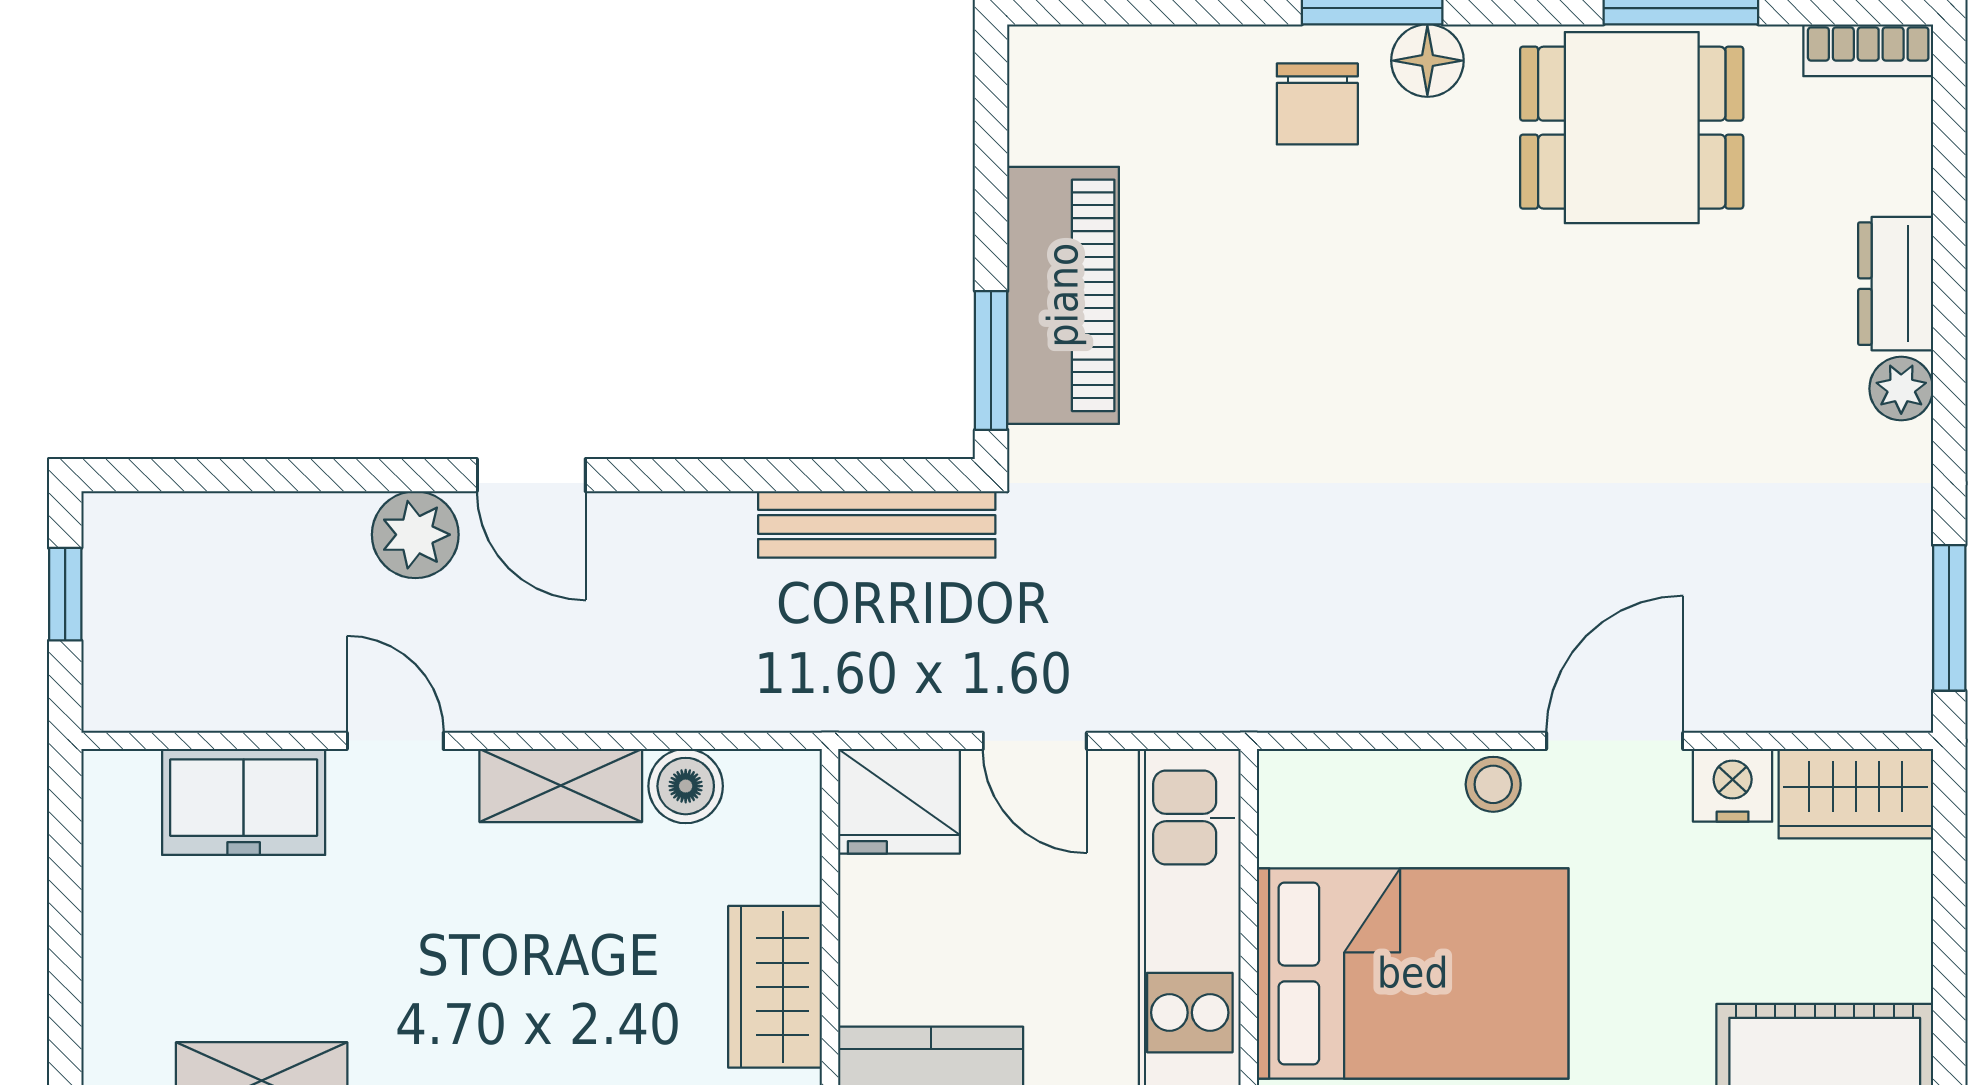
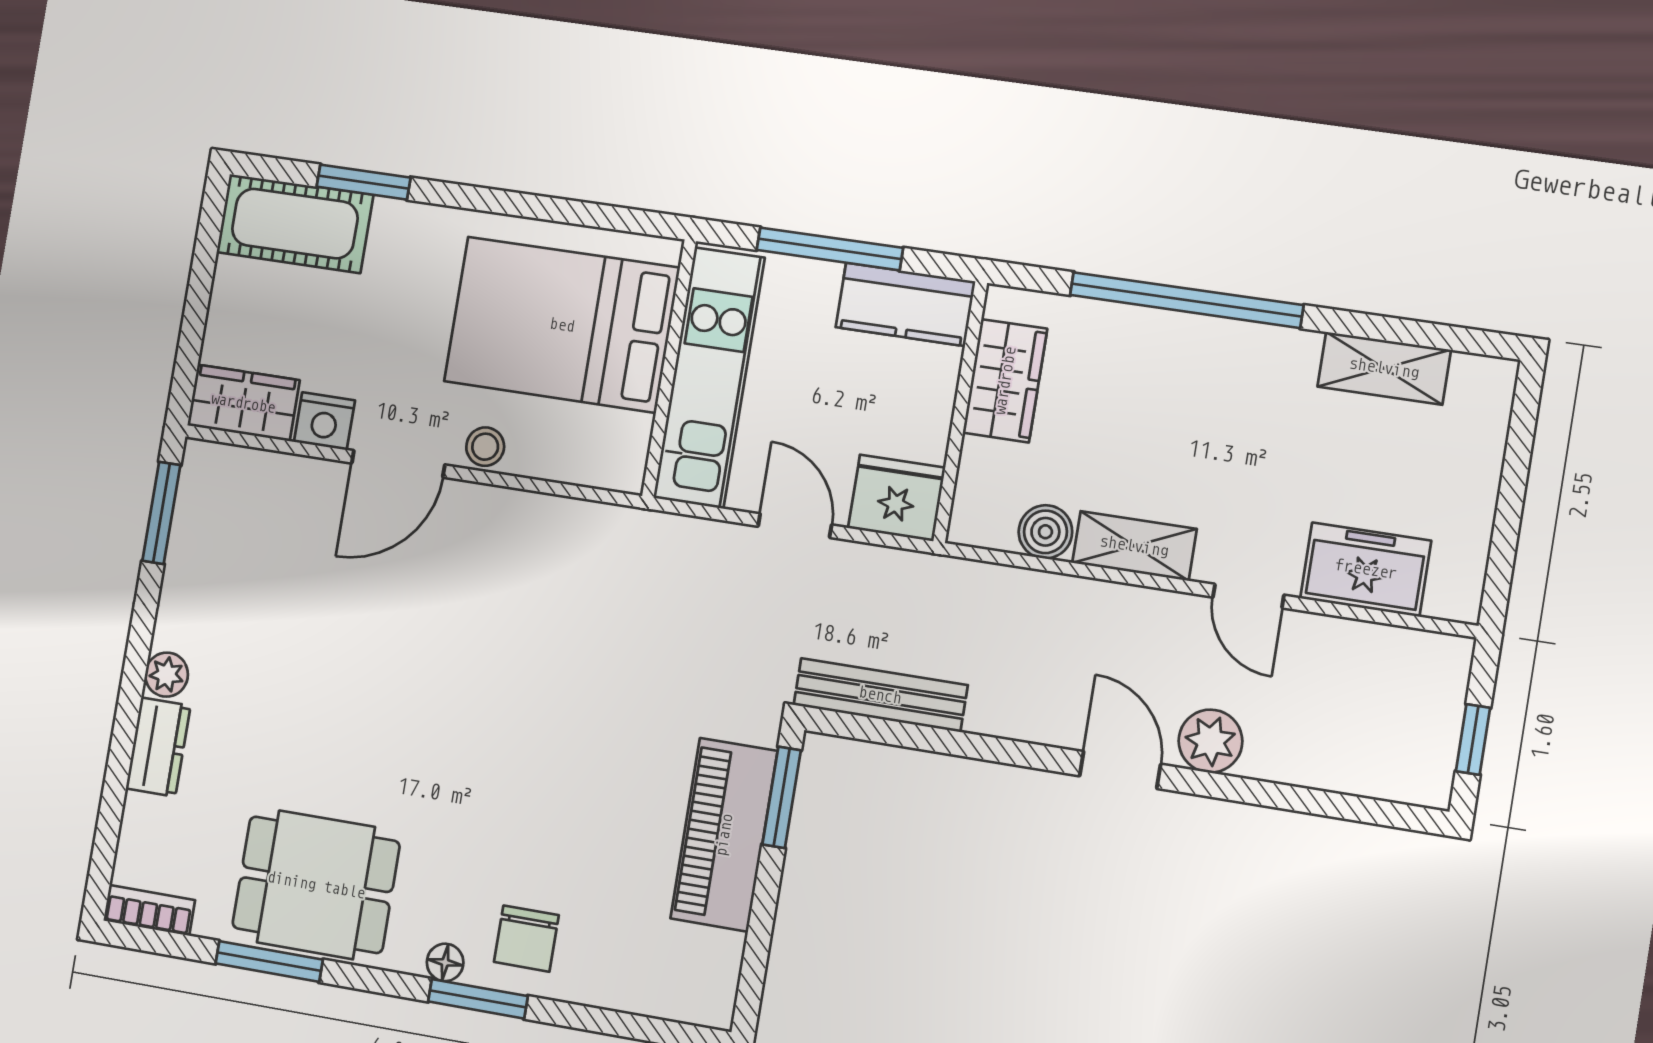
floor lamp: (1427, 61) -> (445, 962), width x0.73, depth x0.73
chair: (1317, 104) -> (526, 939), turned 180

